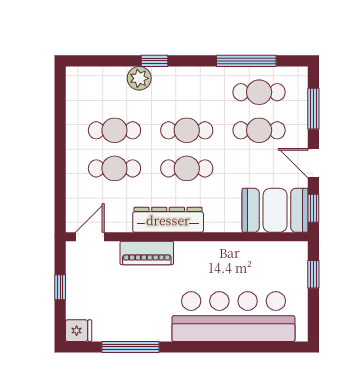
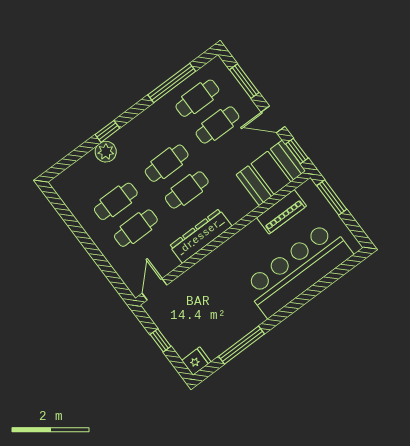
piano: (147, 253) -> (281, 212), moved
window: (313, 274) -> (332, 198), width x1.50

